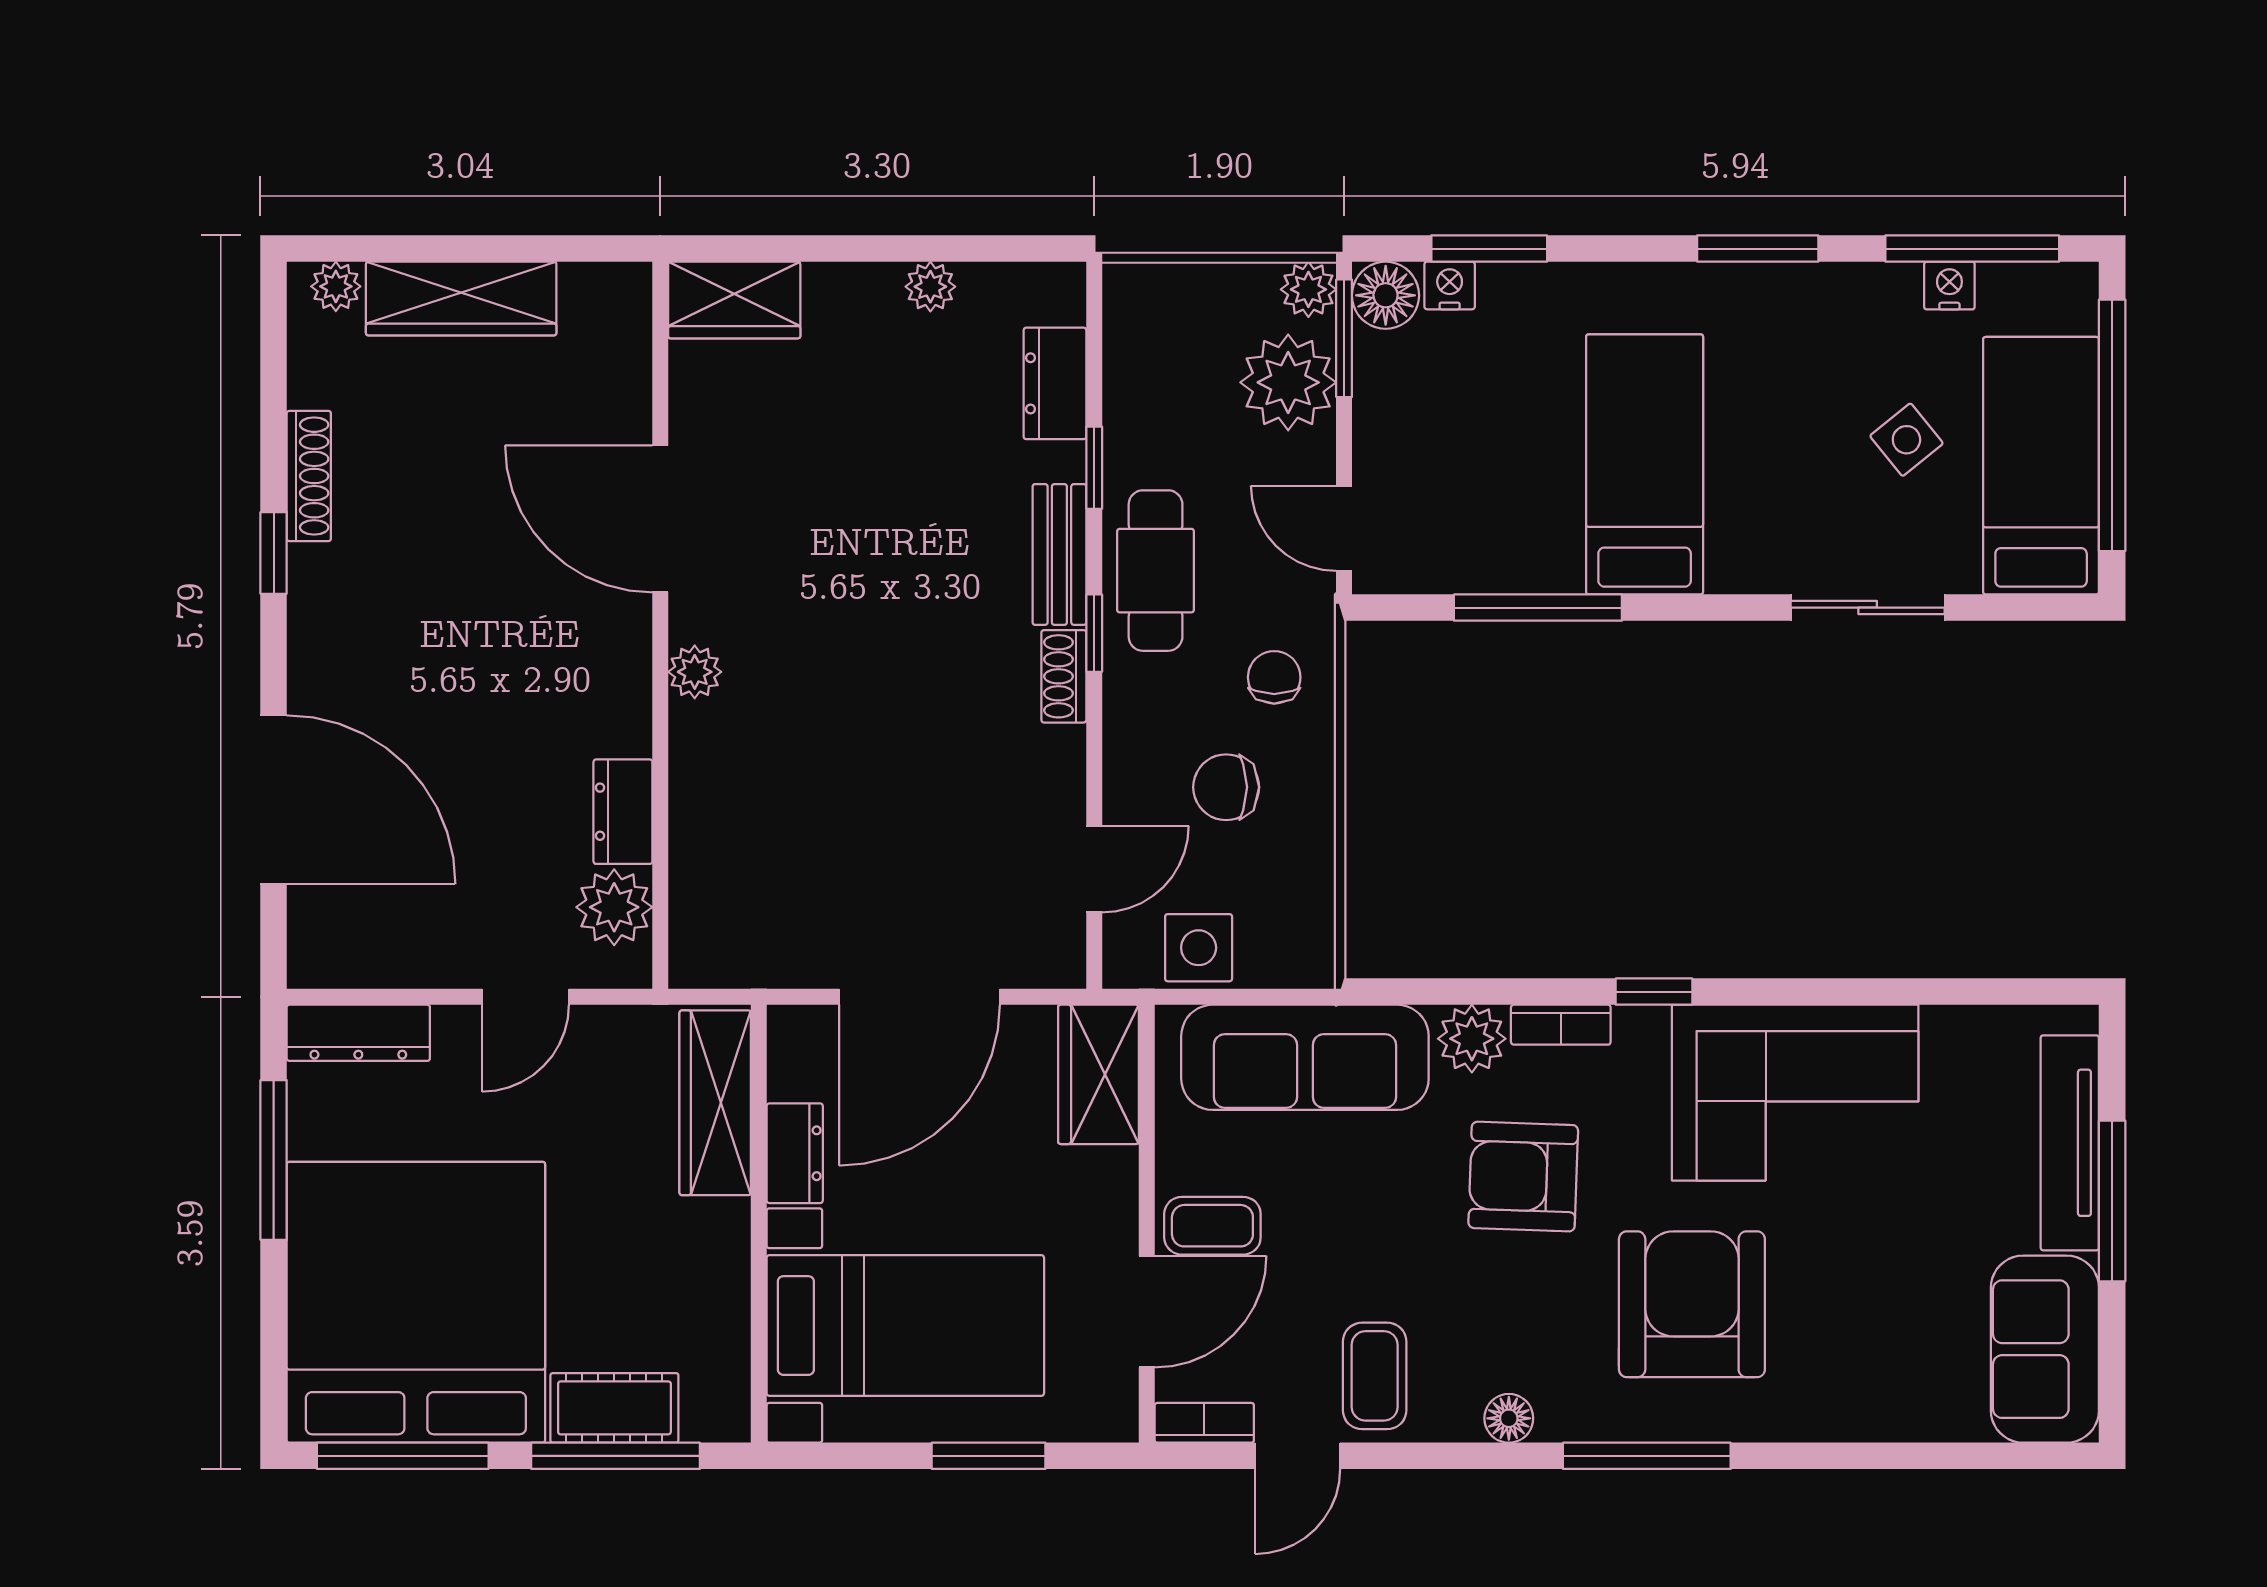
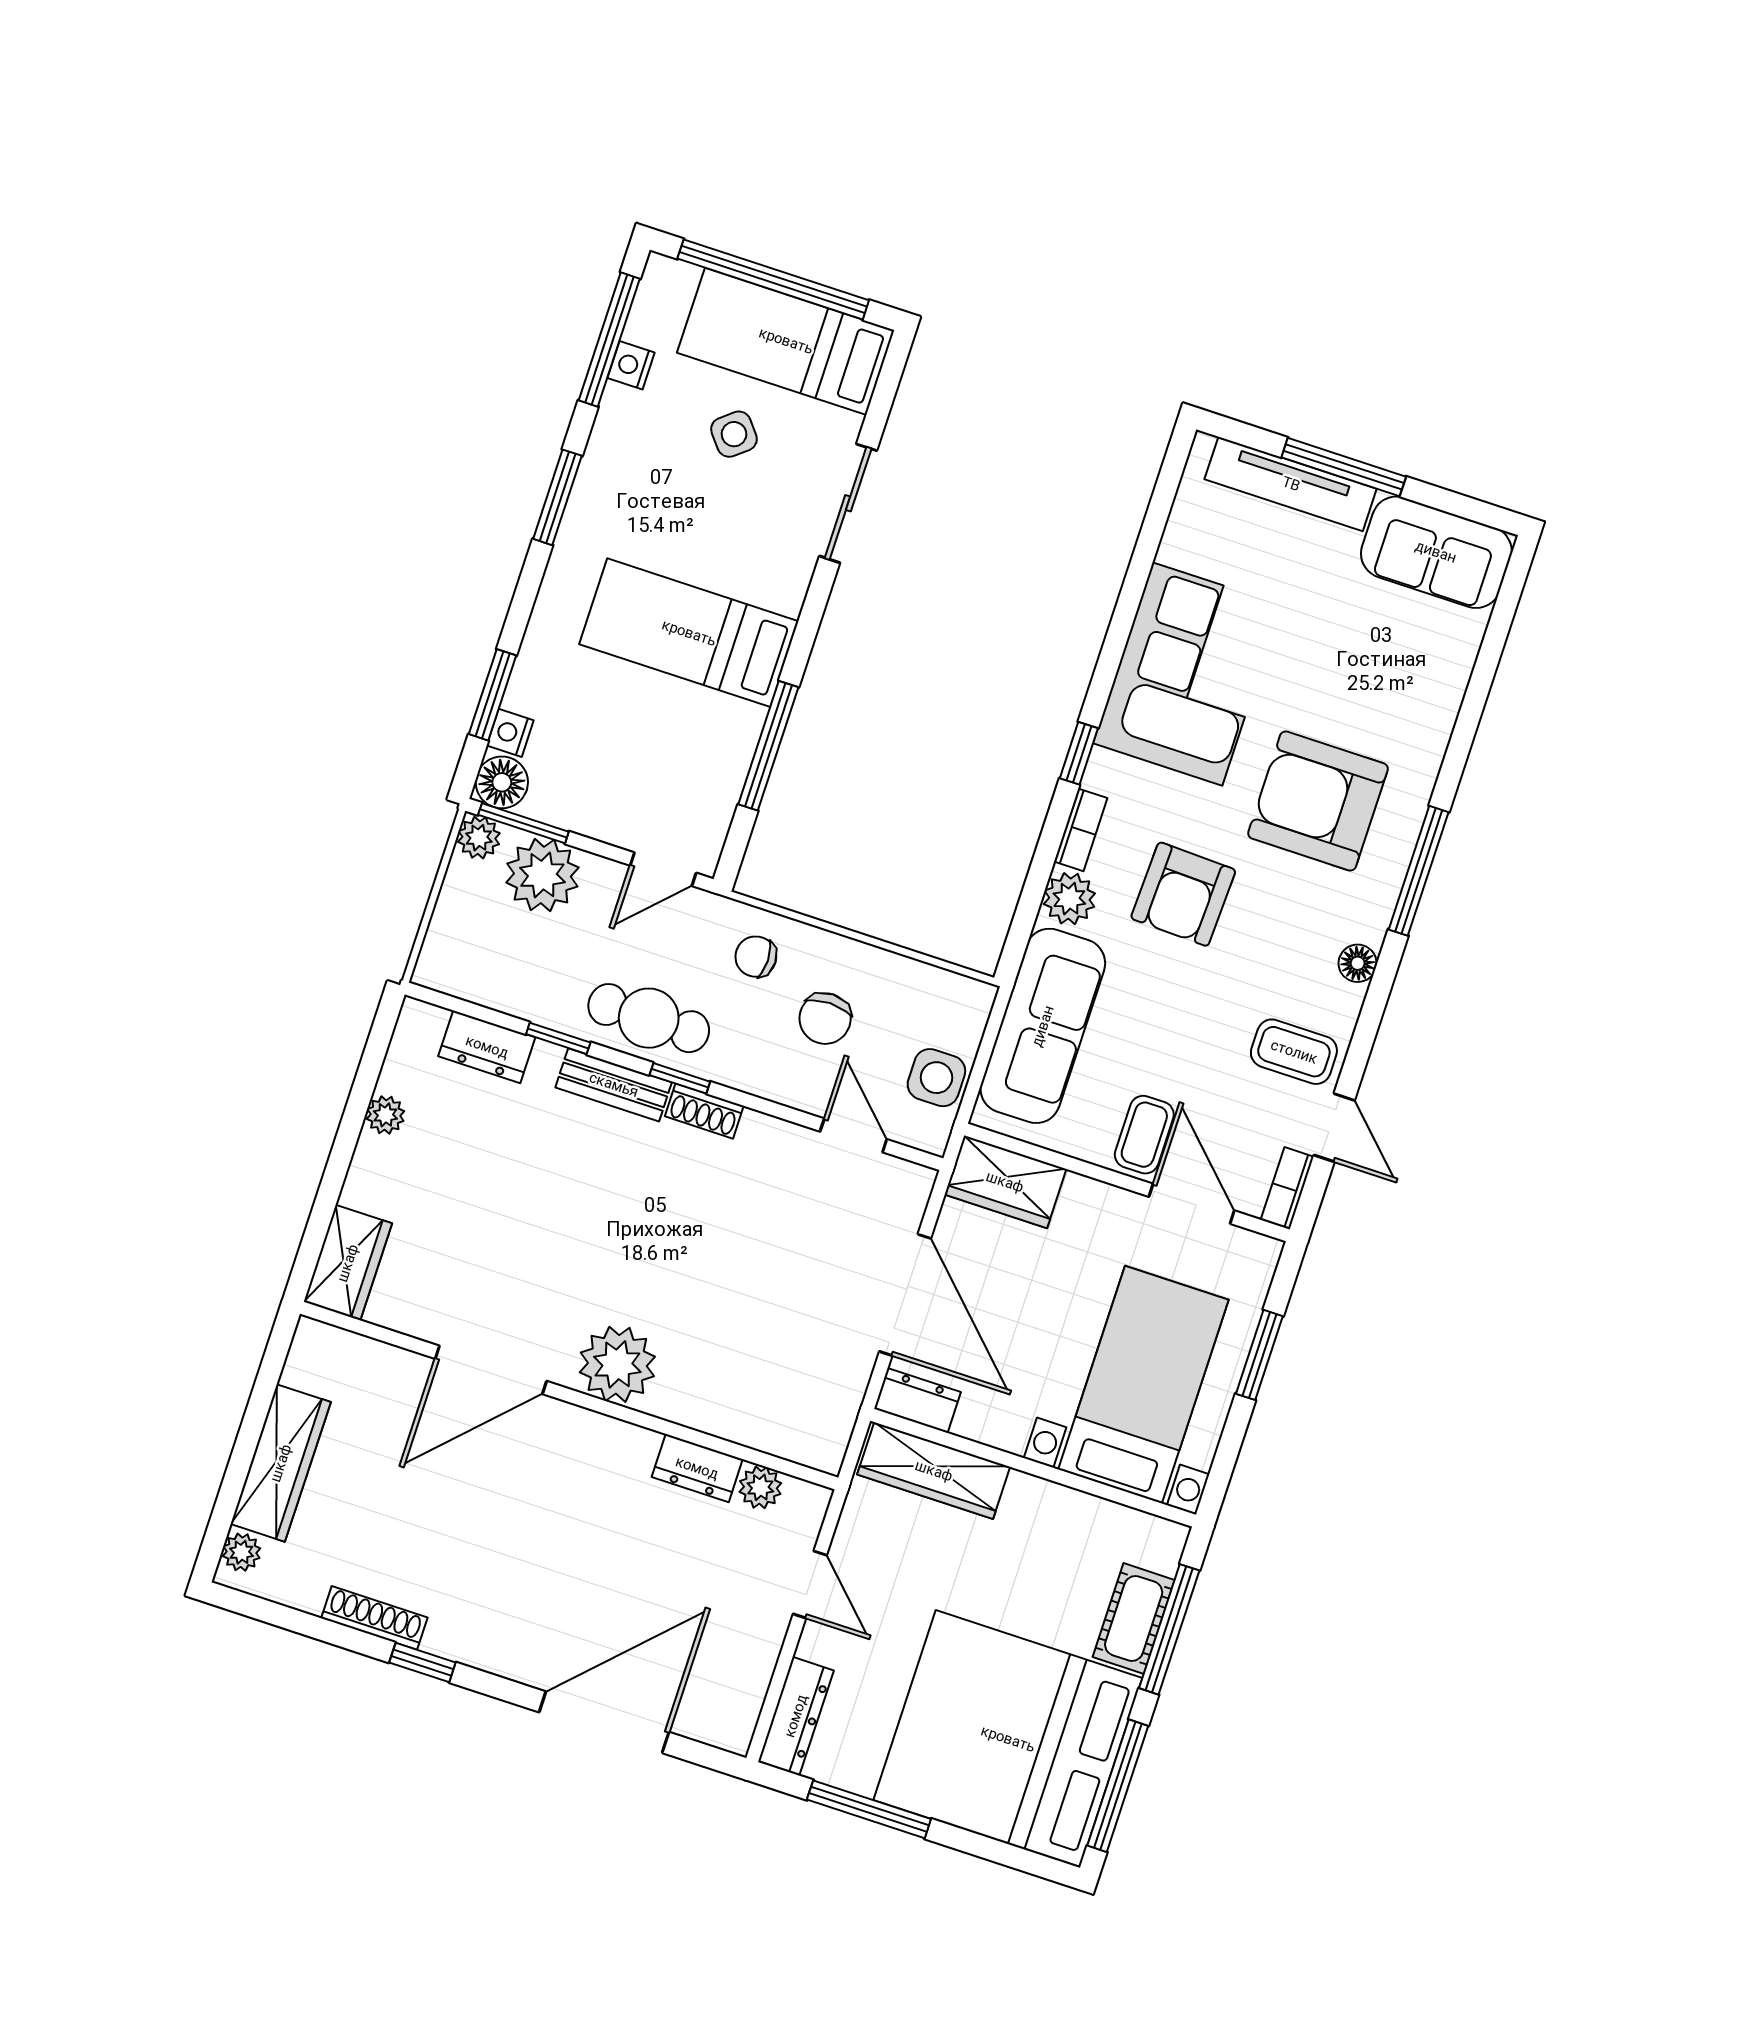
plant: (695, 672) -> (617, 1364), width x1.87, depth x1.87
plant: (614, 907) -> (760, 1487), width x0.73, depth x0.73
dresser: (795, 1153) -> (917, 1400), moved

